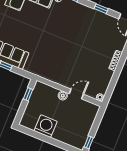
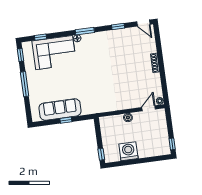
window: (28, 94) -> (101, 154), moved
door: (76, 94) -> (149, 108), moved

